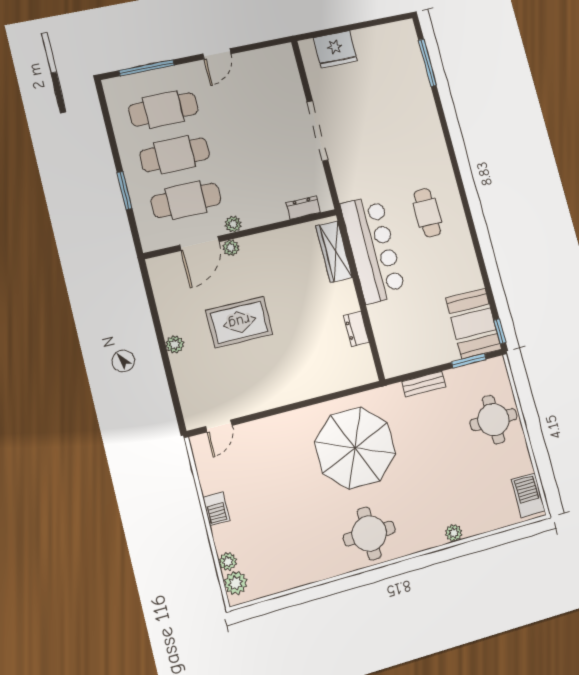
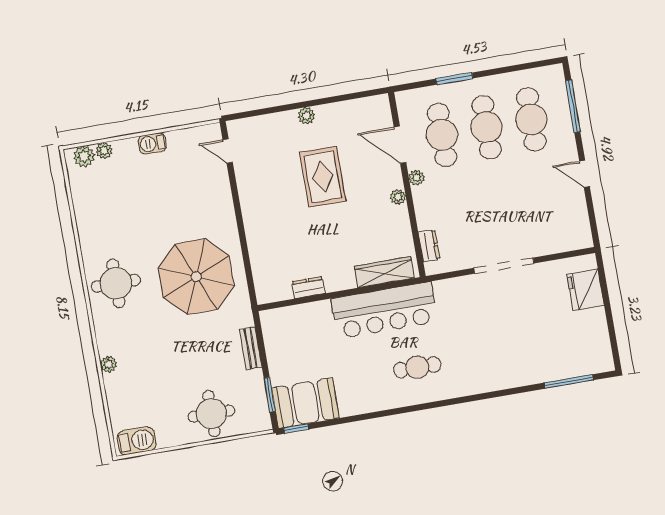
plant: (231, 248) -> (398, 197), moved

